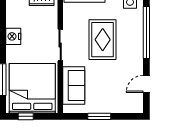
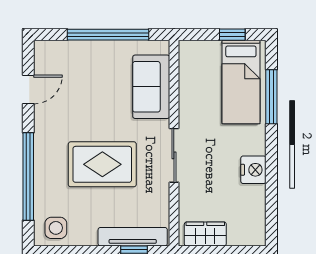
rug: (103, 40) -> (102, 164), turned 90
bed: (32, 88) -> (241, 82), width x0.49
window: (99, 116) -> (108, 35), width x2.11

